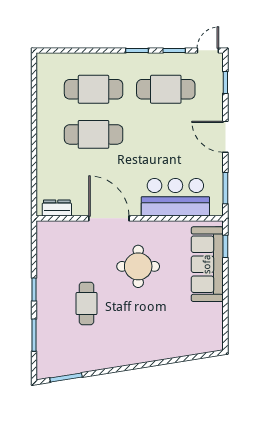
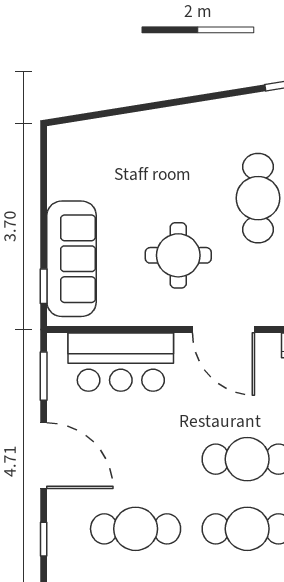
door: (225, 137) -> (44, 456), width x1.36
cafe table: (86, 303) -> (258, 198), width x1.37, depth x1.35

